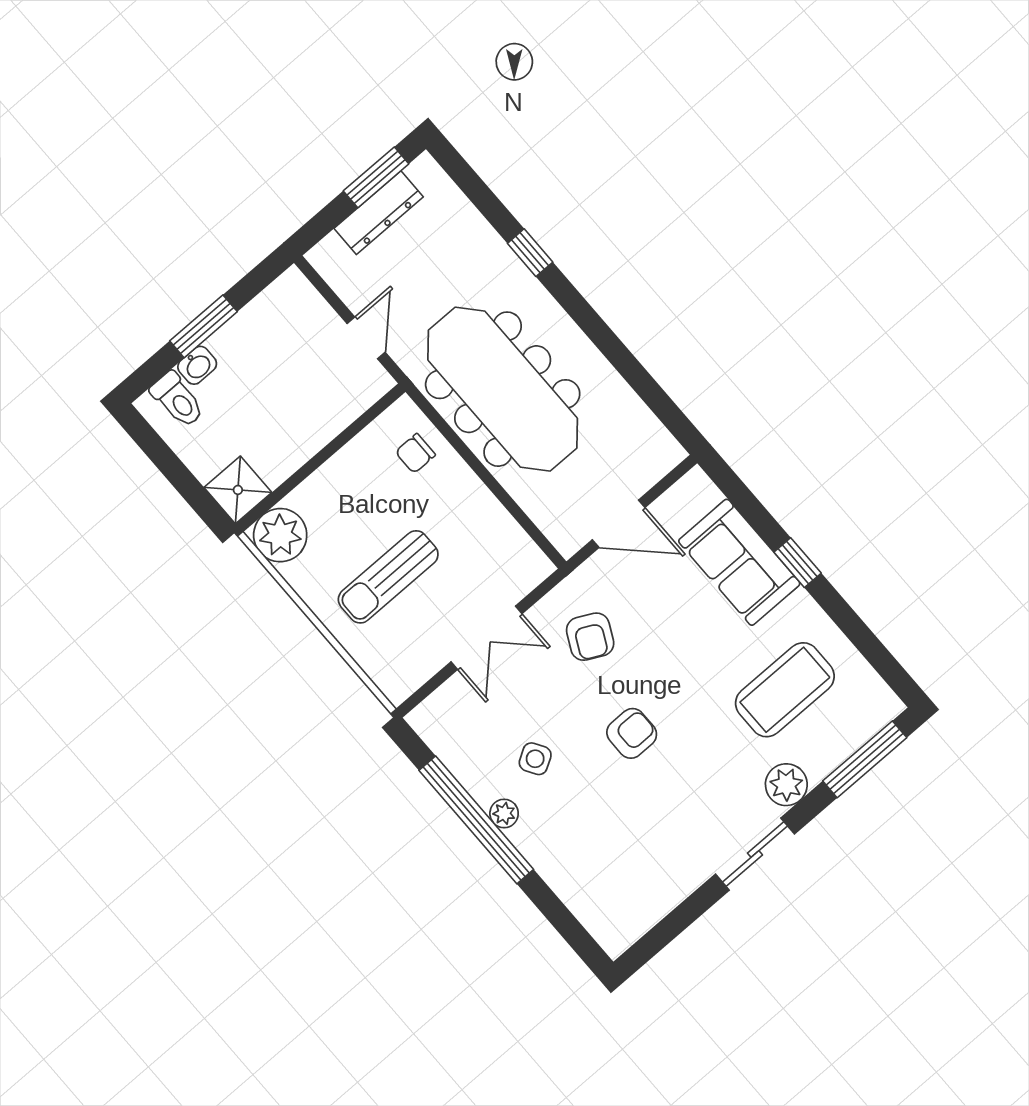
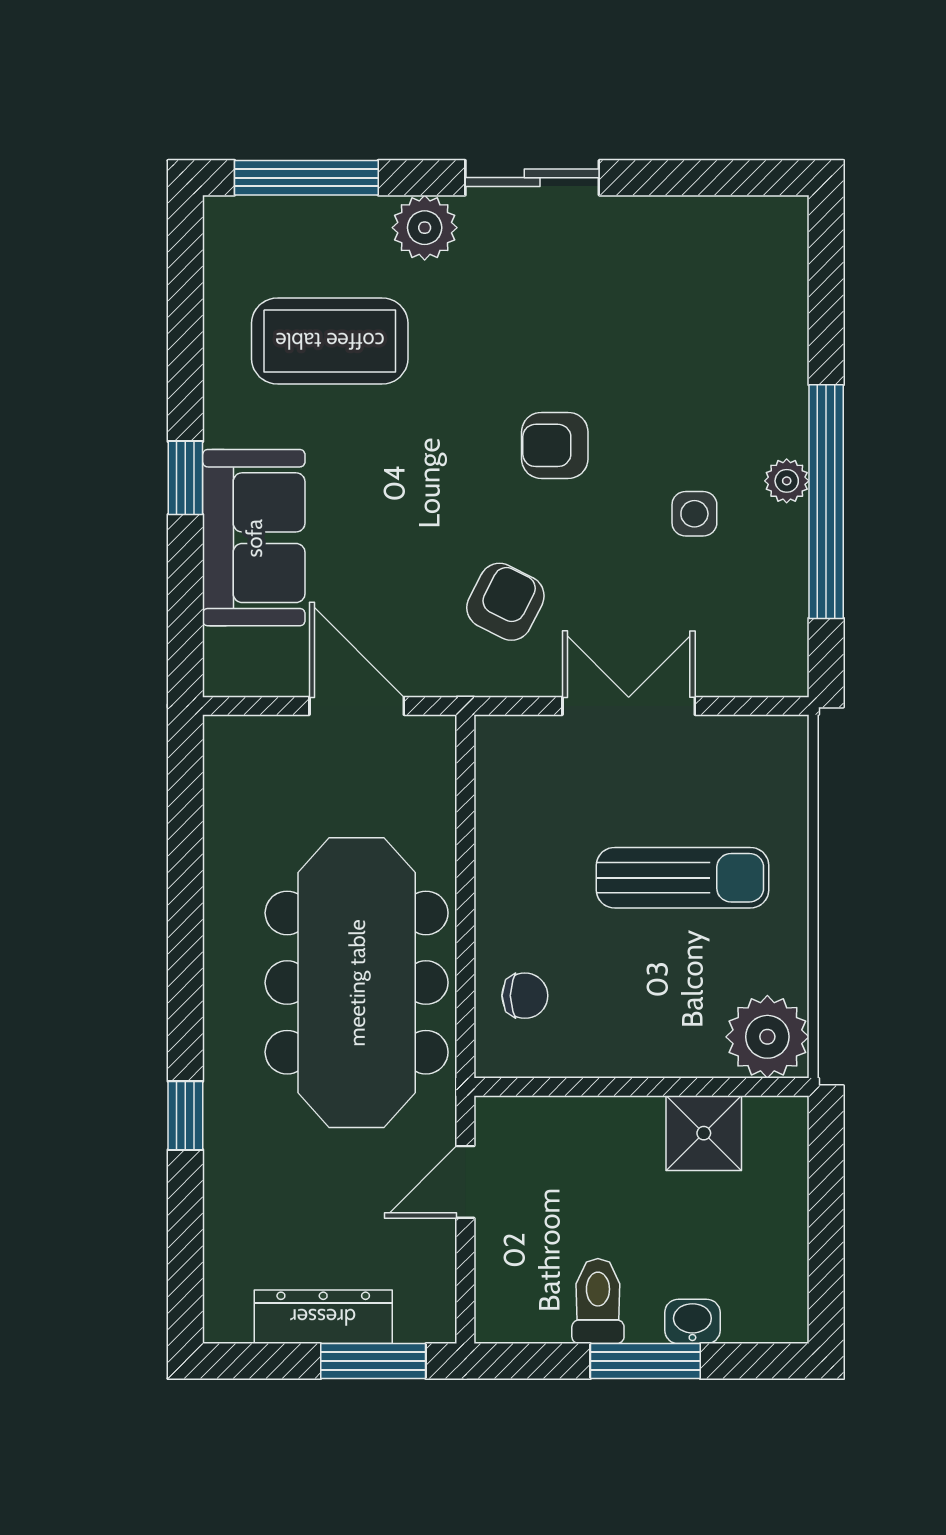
window: (376, 177) -> (373, 1361), moved
toilet: (177, 400) -> (598, 1301), moved
shower: (238, 490) -> (704, 1133), moved
side table: (535, 759) -> (694, 514), turned 31

